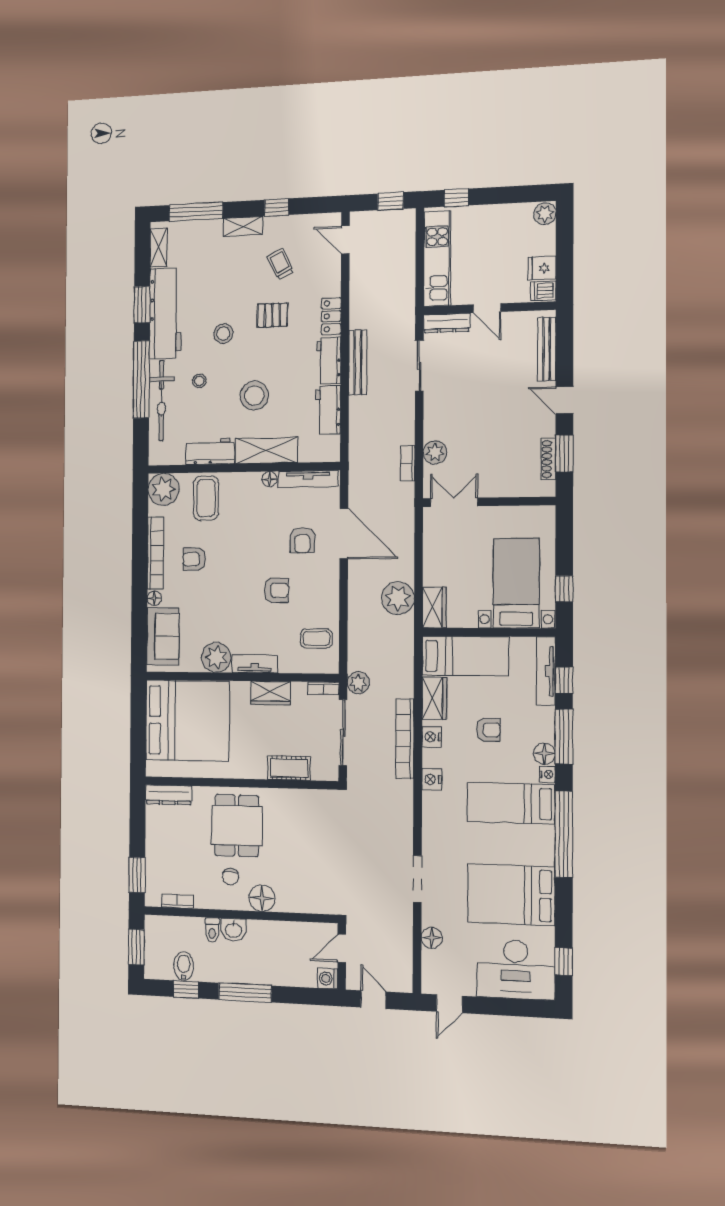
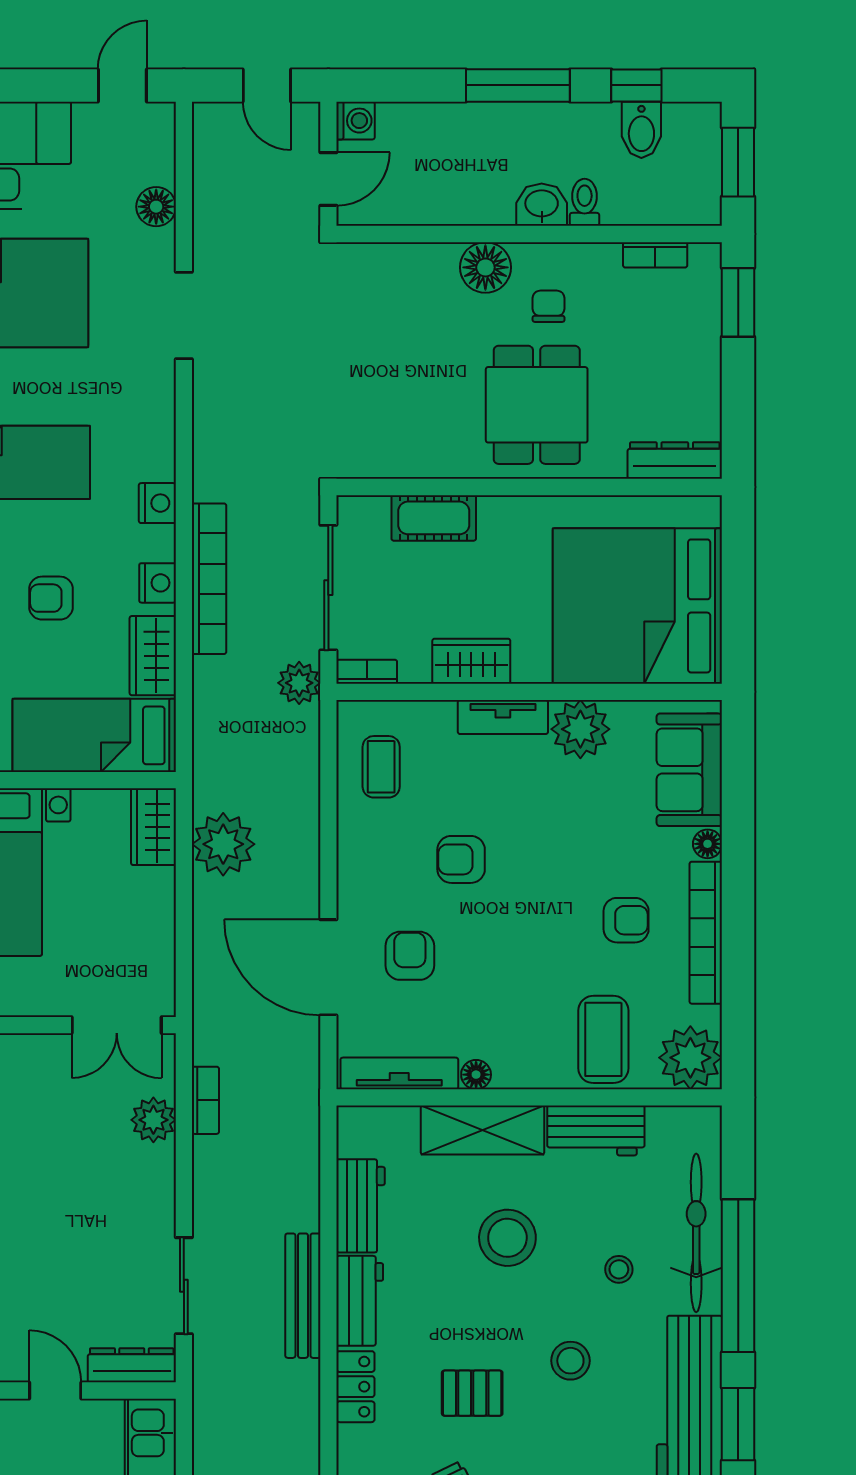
coffee table: (316, 639) -> (381, 767), turned 90

